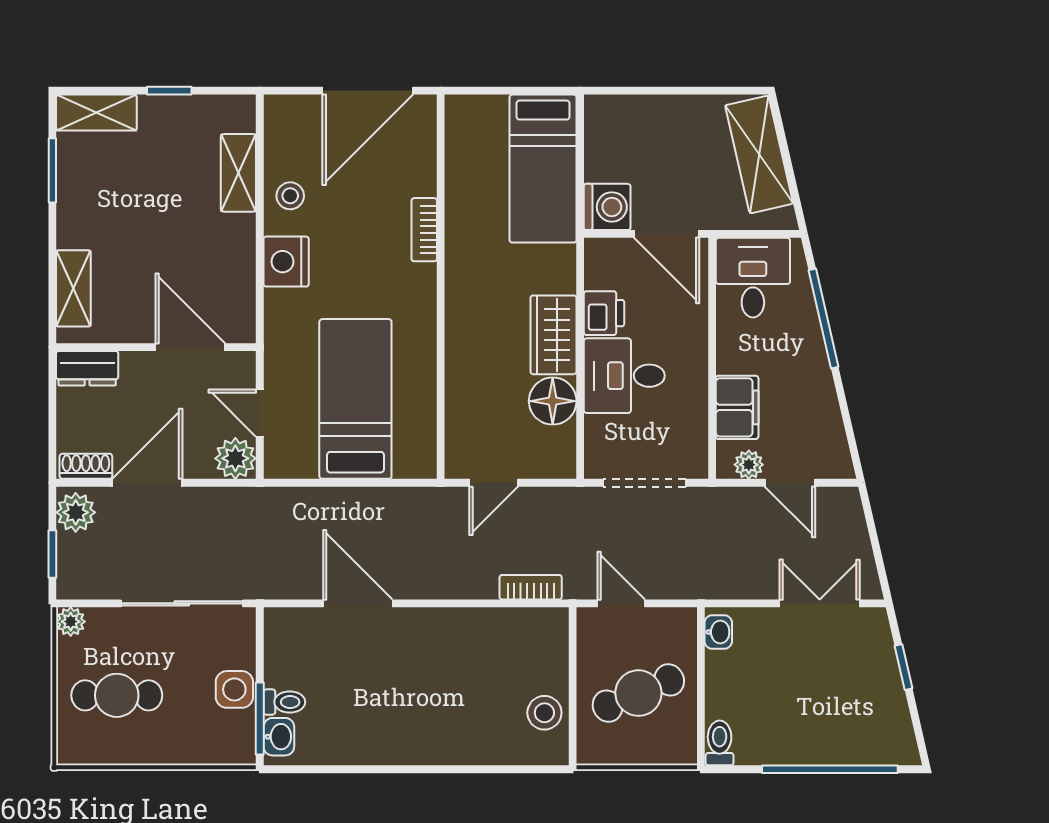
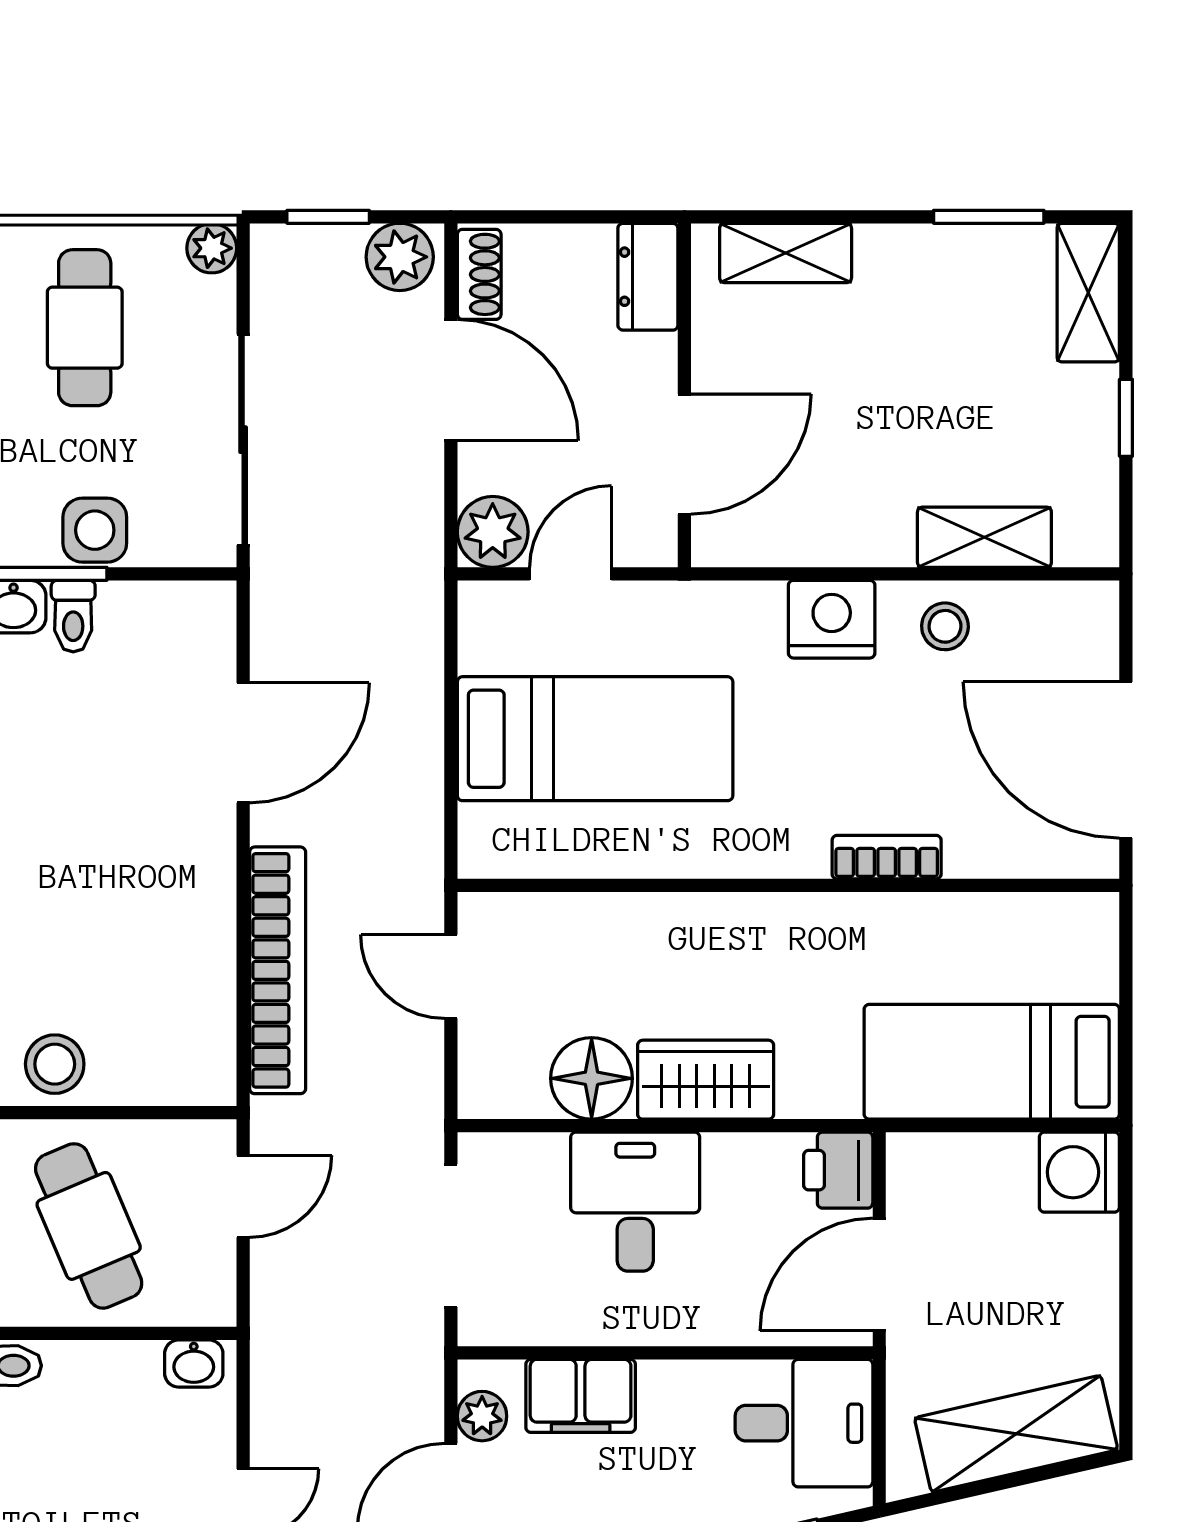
washing machine: (607, 207) -> (1079, 1172), moved, turned 90
printer: (604, 313) -> (838, 1170), moved, turned 90
bookcase: (531, 587) -> (278, 970), width x2.31, depth x1.31

